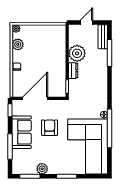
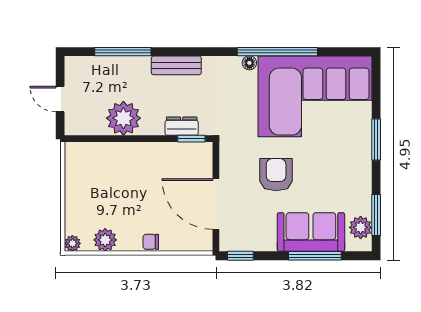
bench: (103, 37) -> (176, 65), moved
dresser: (73, 71) -> (182, 126), moved
armchair: (50, 128) -> (276, 175), turned 90
sofa: (22, 132) -> (311, 232), moved
plant: (42, 169) -> (361, 227), moved

